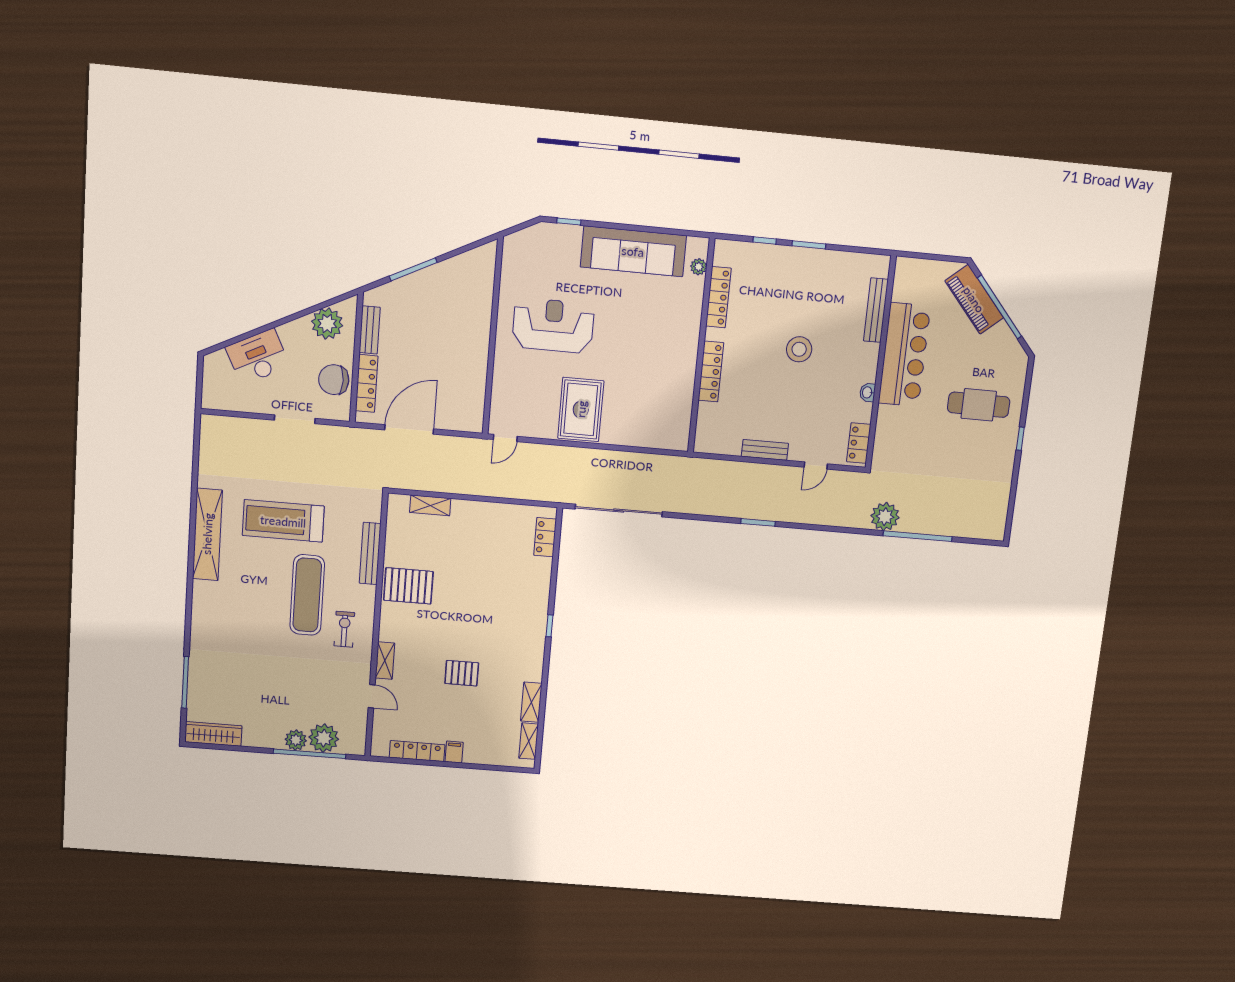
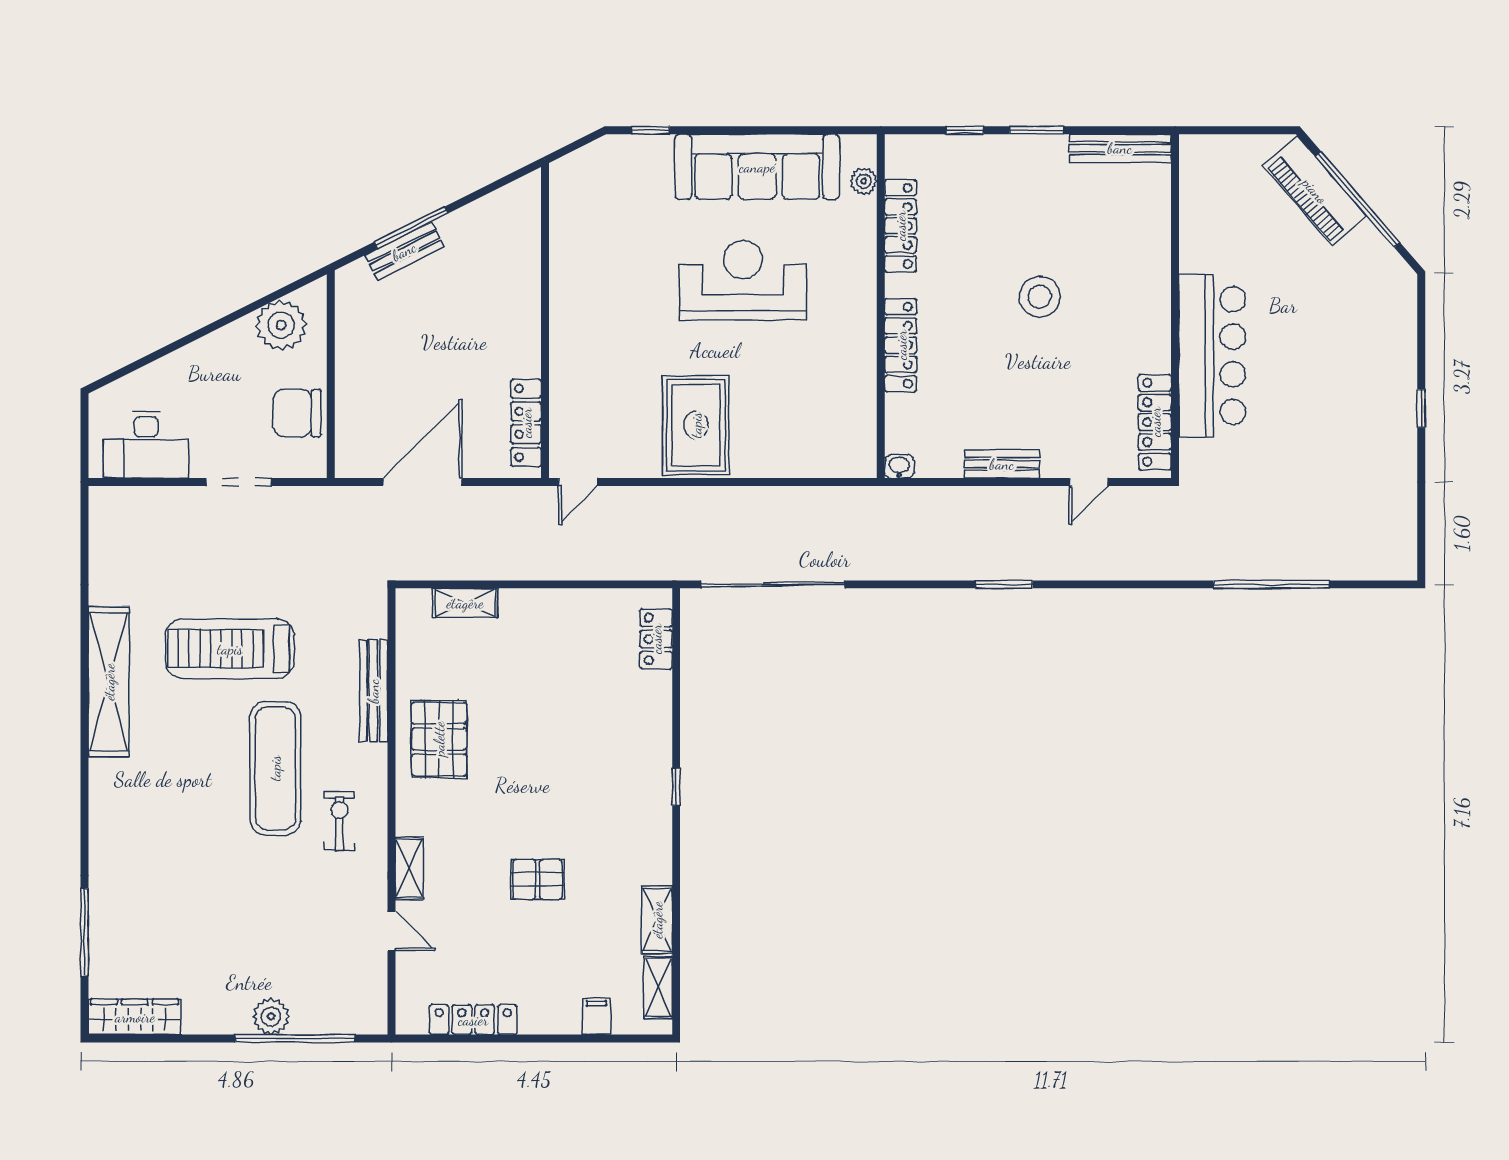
bench: (876, 310) -> (1120, 148), moved, turned 90
reception desk: (553, 325) -> (743, 280), moved
bench: (370, 330) -> (404, 251), moved, turned 63
bar counter: (904, 355) -> (1212, 355), moved
desk: (258, 357) -> (146, 445), moved, turned -153
locker: (367, 383) -> (526, 423), moved, turned 180
washbasin: (868, 392) -> (899, 466), moved, turned 90
cafe table: (979, 405) -> (1345, 359), removed
locker: (859, 443) -> (1155, 422), width x1.53
plant: (885, 517) -> (1213, 556), removed
pallet: (408, 586) -> (439, 739), turned 90
plant: (324, 738) -> (317, 1009), removed
filing cabinet: (454, 752) -> (596, 1016), moved

